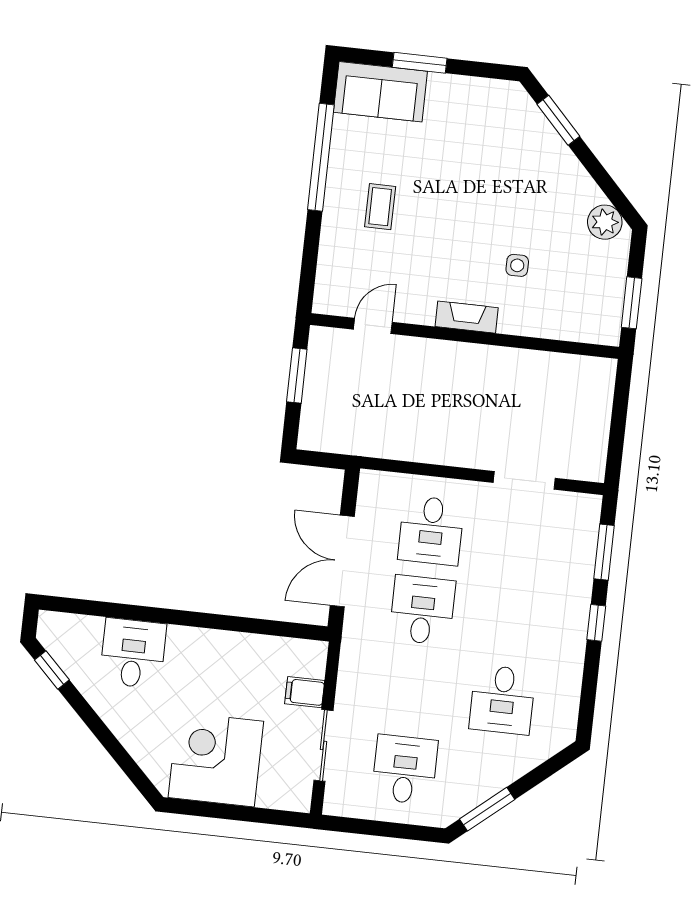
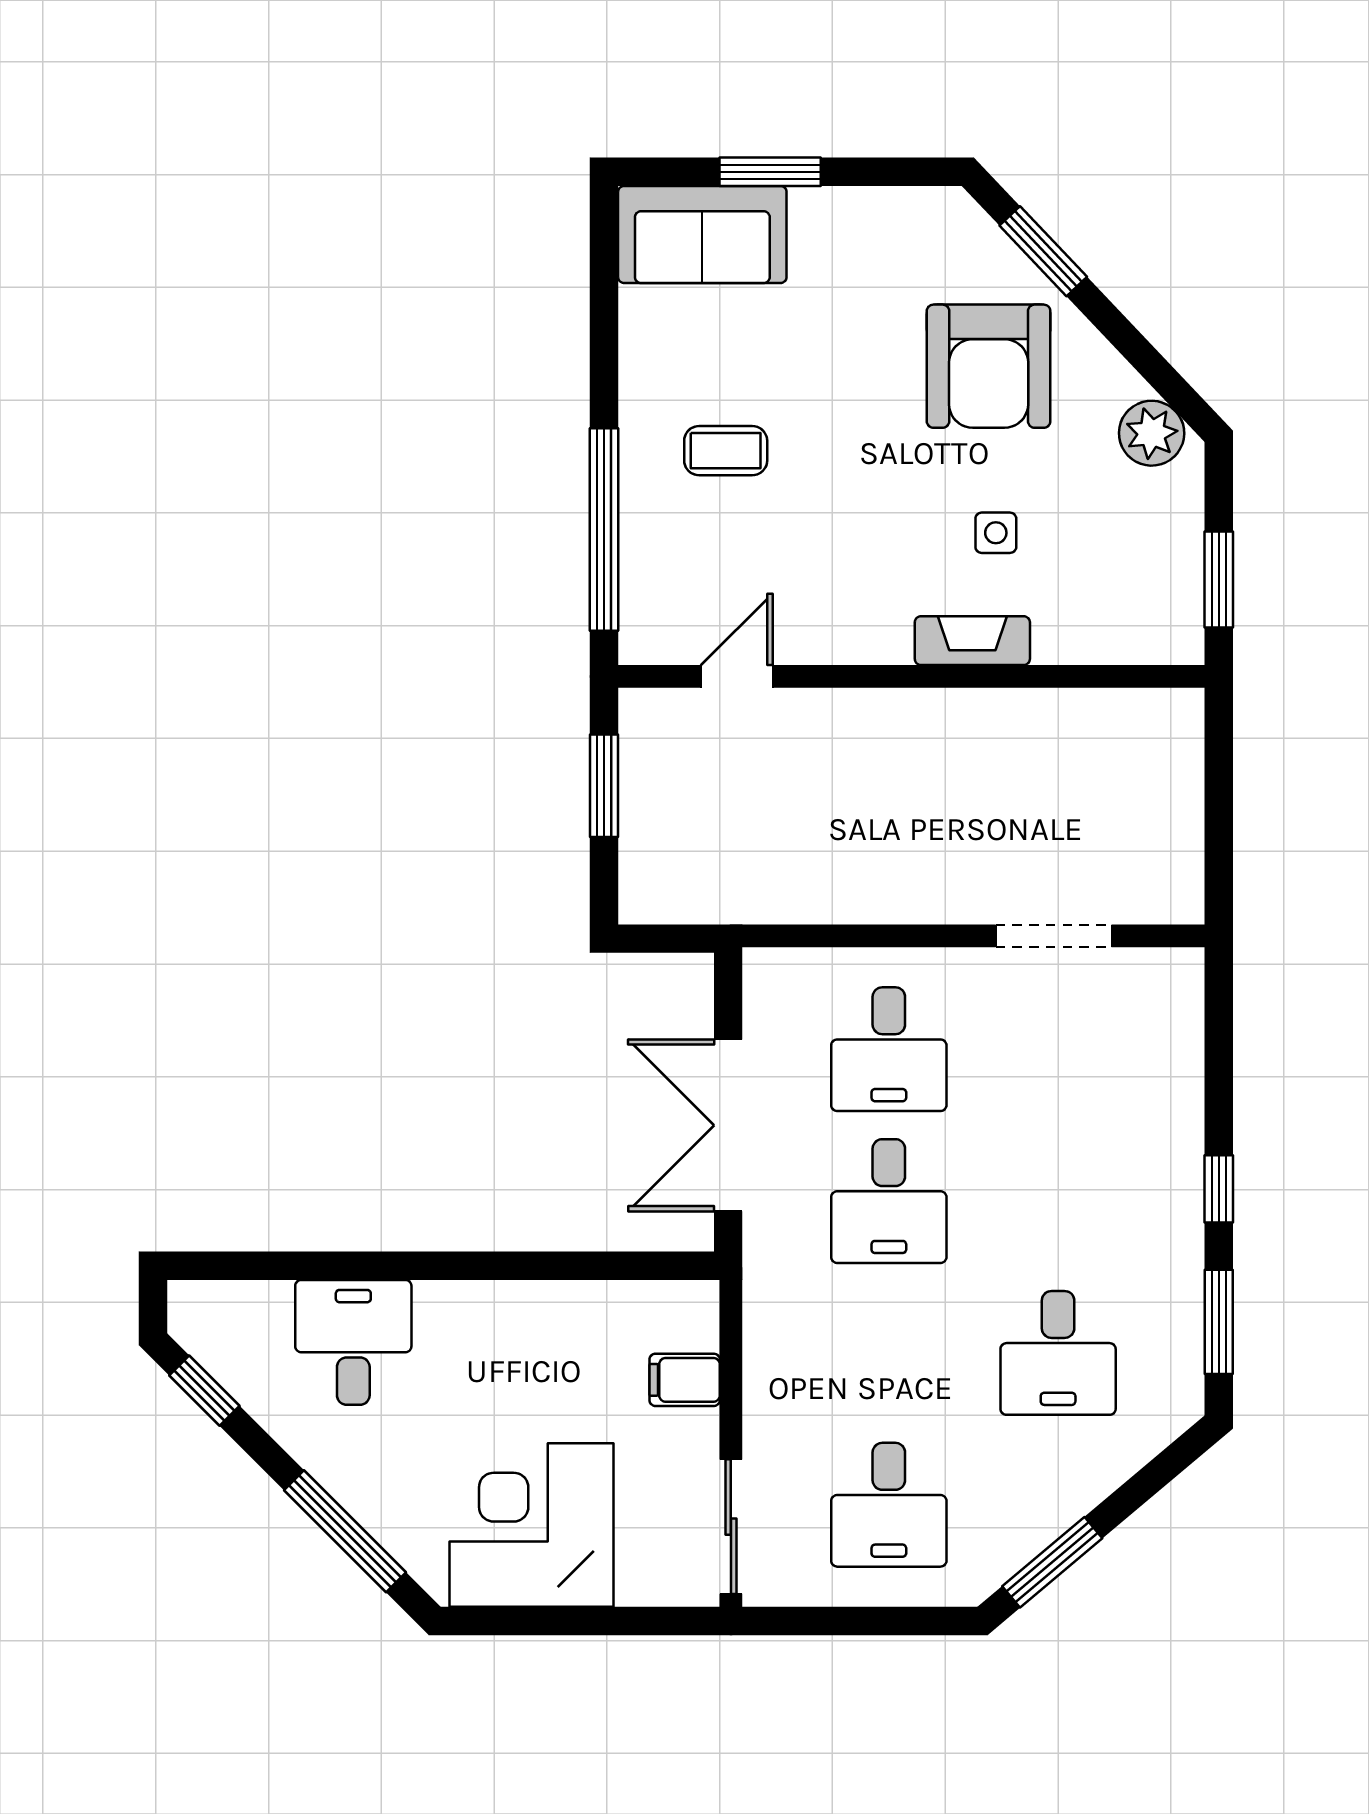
window: (321, 157) -> (604, 529), moved
armchair: (523, 177) -> (989, 366), added
coffee table: (380, 207) -> (726, 451), turned 90
fireplace: (467, 317) -> (972, 641), moved
window: (604, 552) -> (1219, 1322), moved
desk: (422, 610) -> (889, 1201), turned 180
sliding door: (323, 745) -> (731, 1527), moved
window: (118, 752) -> (345, 1531), added
desk: (405, 770) -> (889, 1505), turned 180

